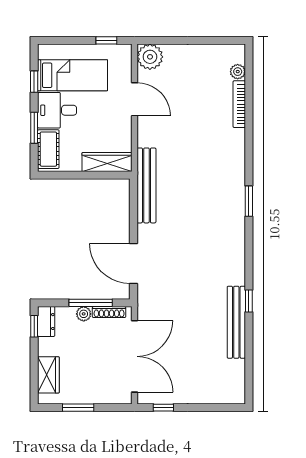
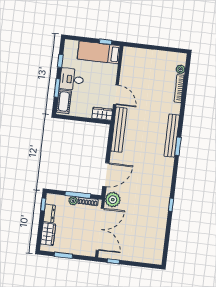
plant: (150, 57) -> (113, 200), moved
bed: (73, 75) -> (99, 52), moved, turned 180
door: (134, 99) -> (116, 95), moved
wardrobe: (107, 162) -> (102, 114), width x0.67
door: (134, 263) -> (106, 175), swing flipped
dresser: (46, 322) -> (49, 213), moved
bench: (236, 322) -> (172, 136), moved

